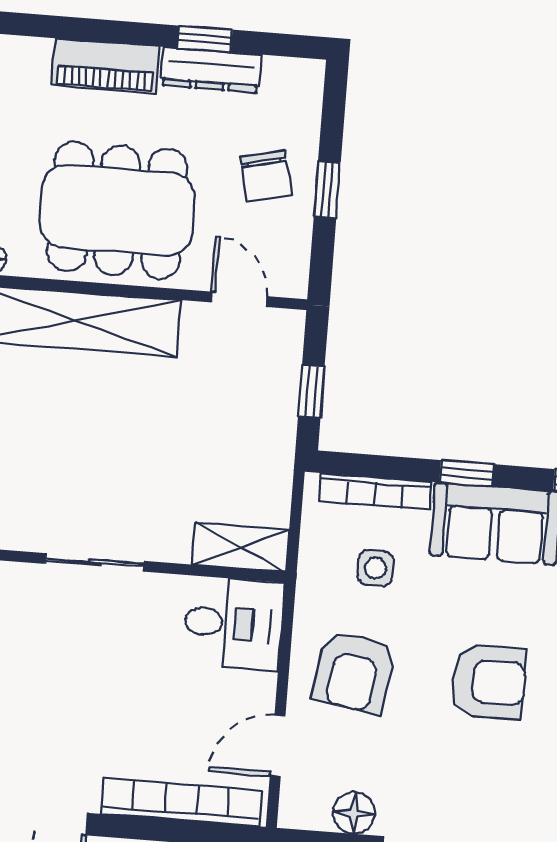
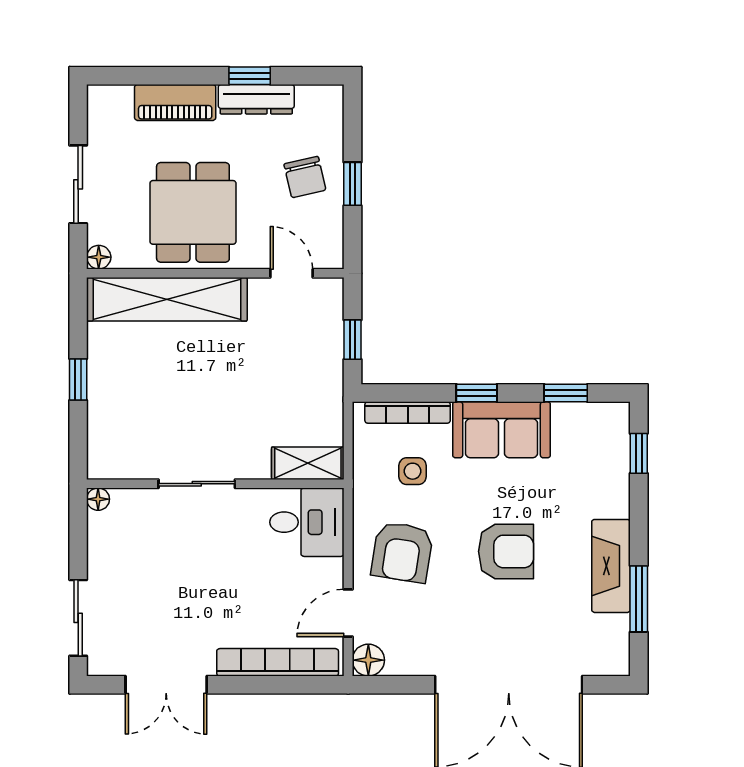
dining table: (117, 210) -> (193, 212), width x0.73
floor lamp: (354, 813) -> (368, 660), moved

